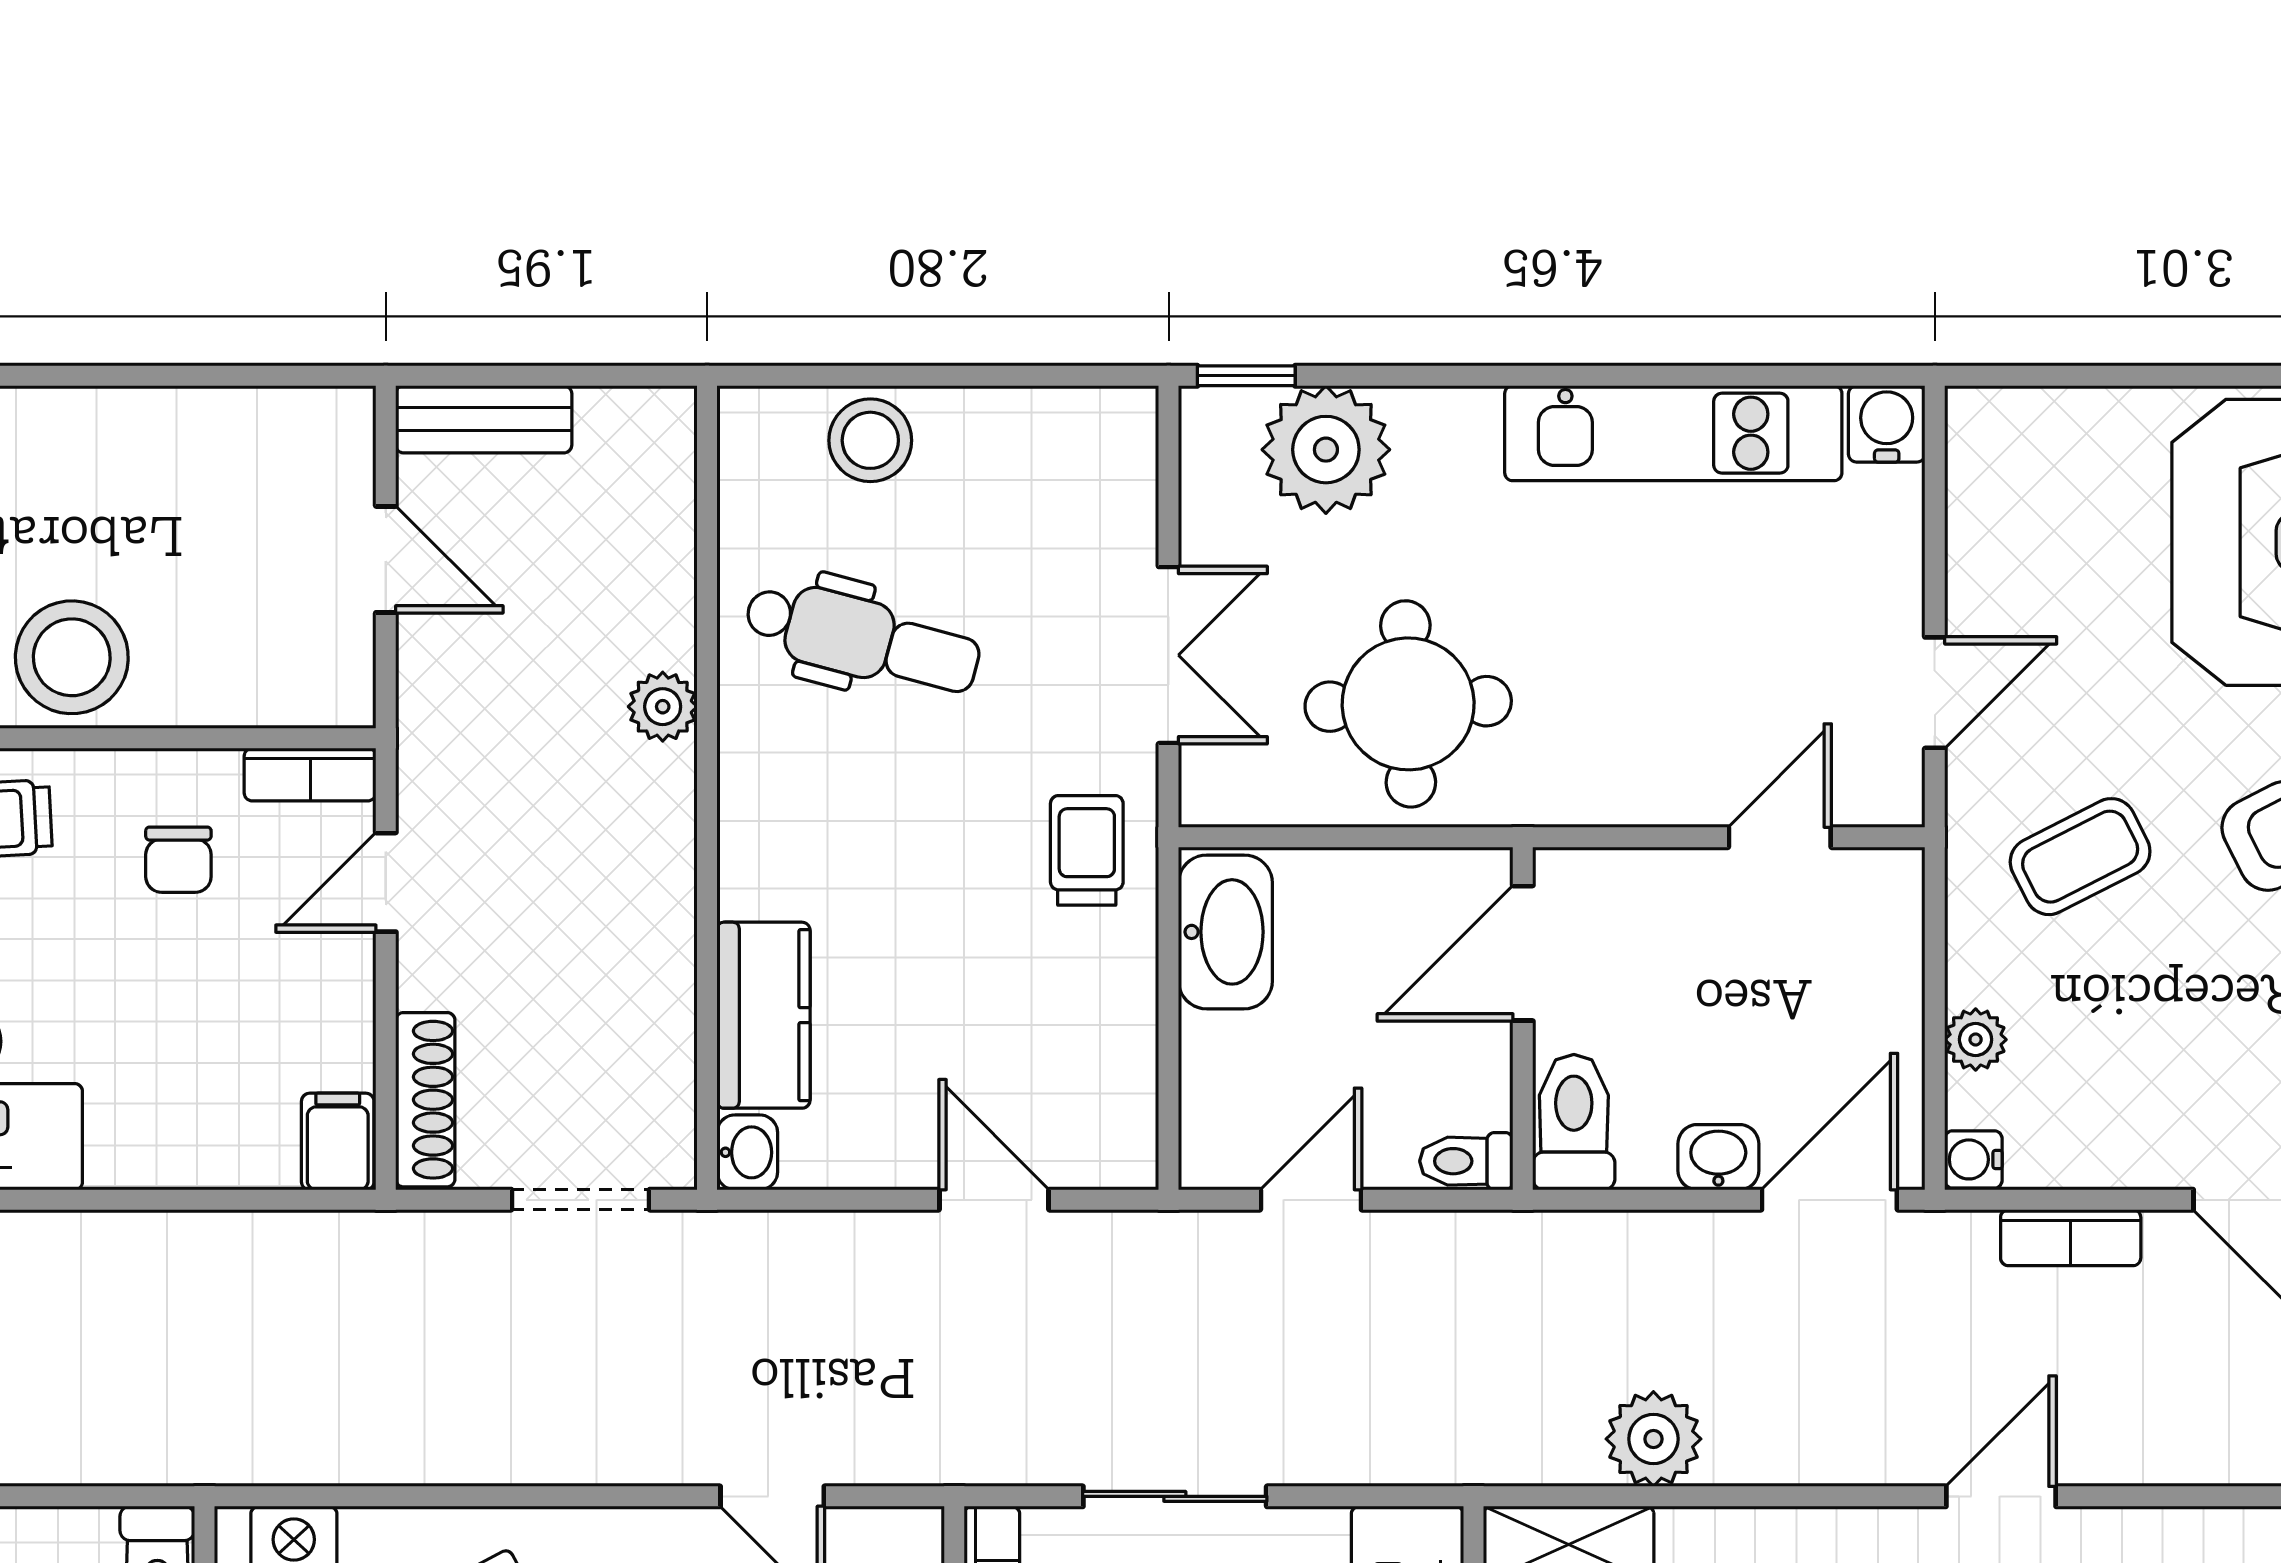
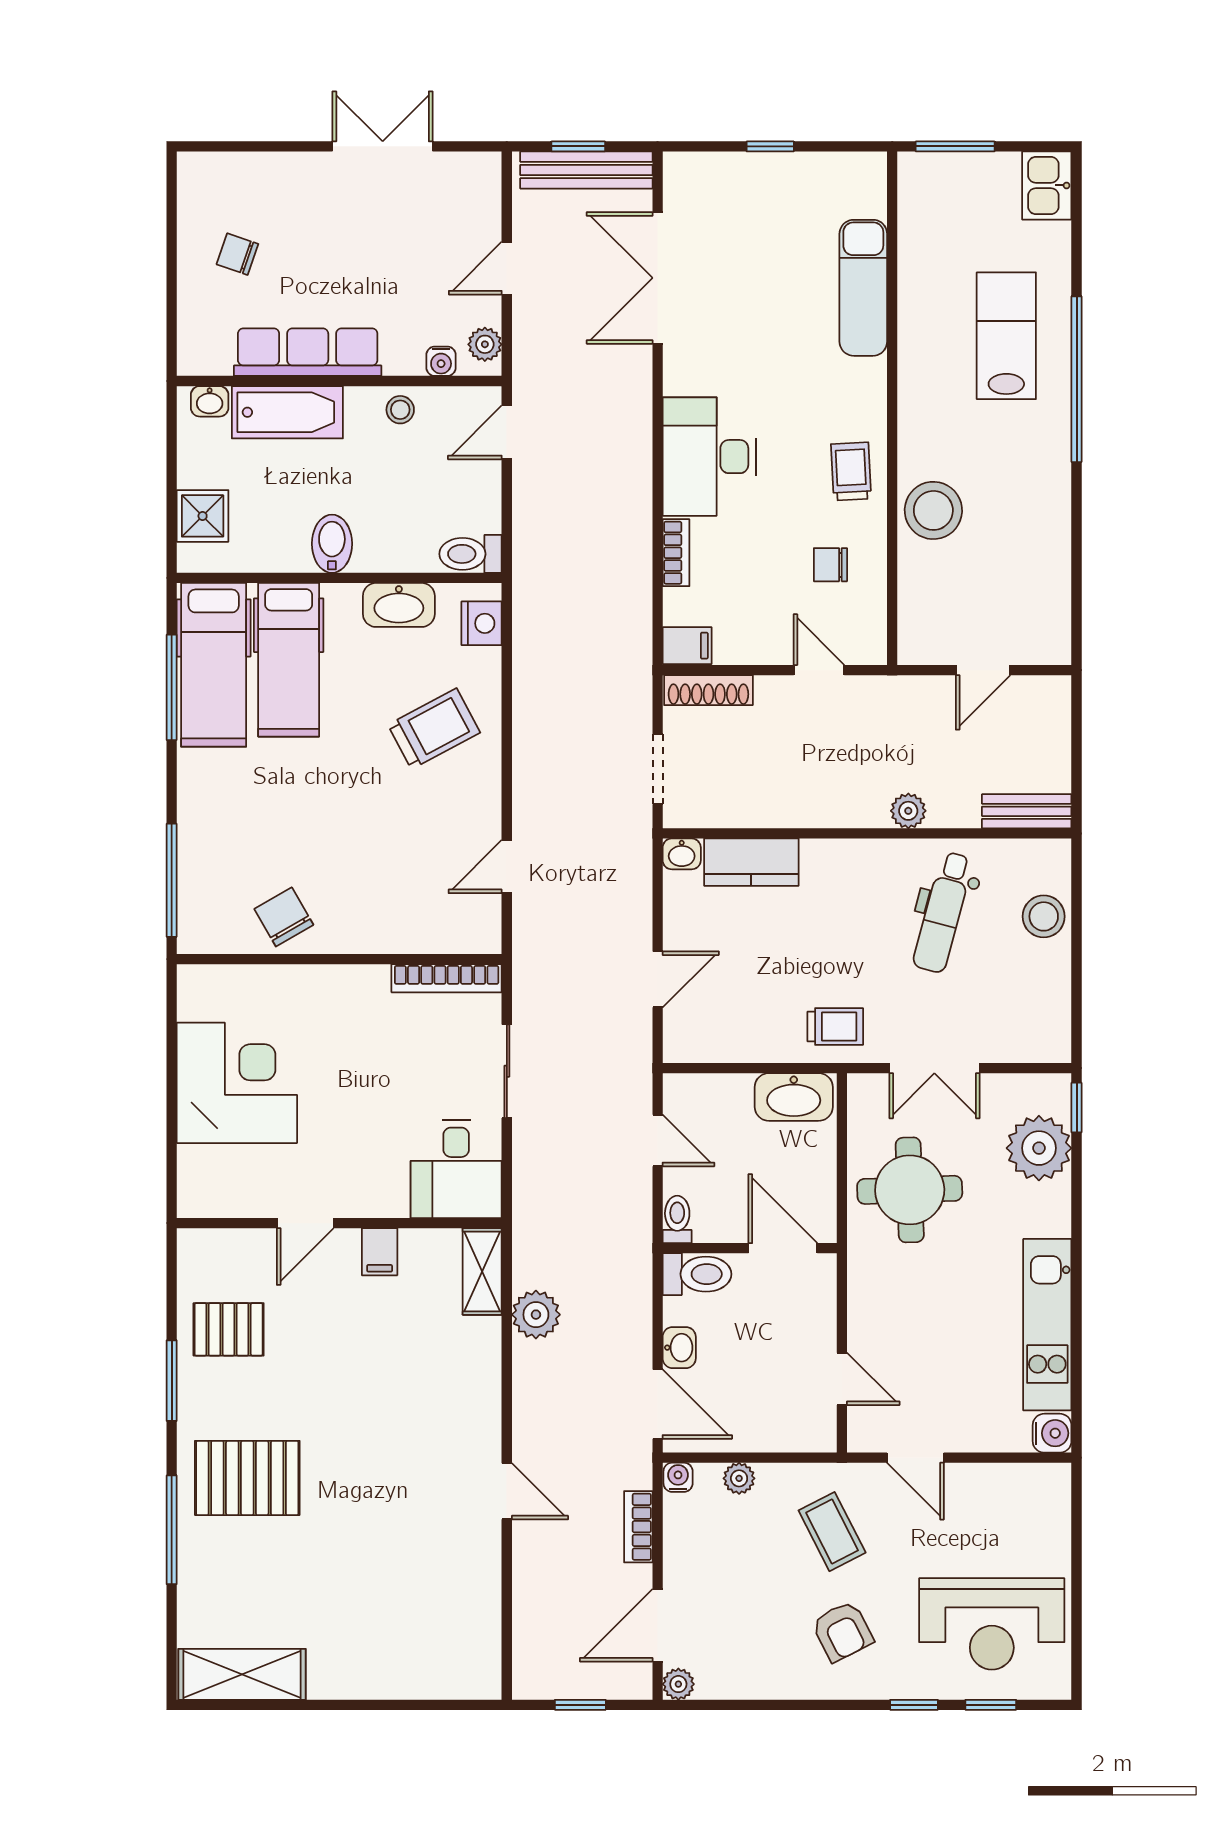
bench: (484, 419) -> (1027, 811), moved, turned 90
bookcase: (310, 775) -> (676, 553), moved, turned 180

